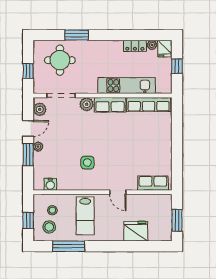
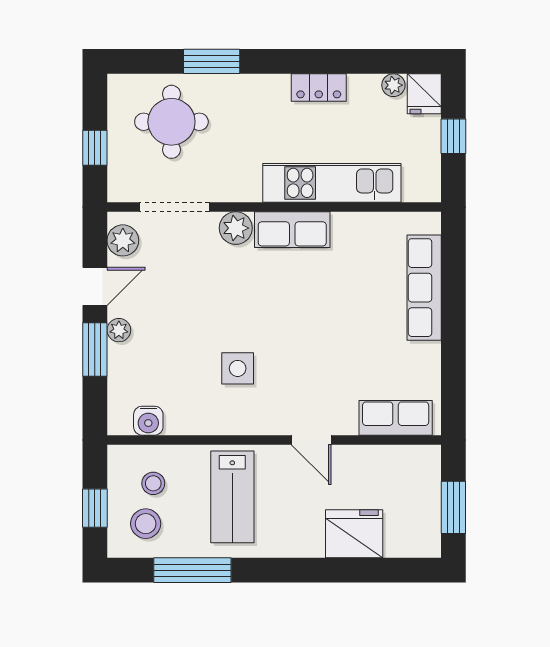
locker: (135, 46) -> (319, 87), moved
row of seats: (149, 105) -> (424, 288), moved, turned 90

